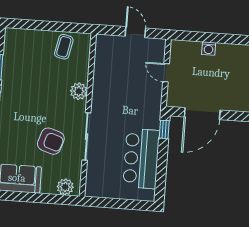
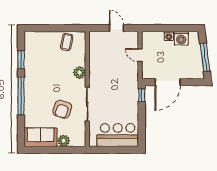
washing machine: (226, 53) -> (181, 38), added
armchair: (51, 141) -> (62, 109), turned 89
bar counter: (141, 159) -> (118, 135), moved, turned 90
plant: (65, 187) -> (64, 141), moved

